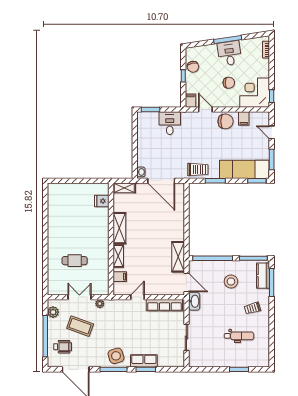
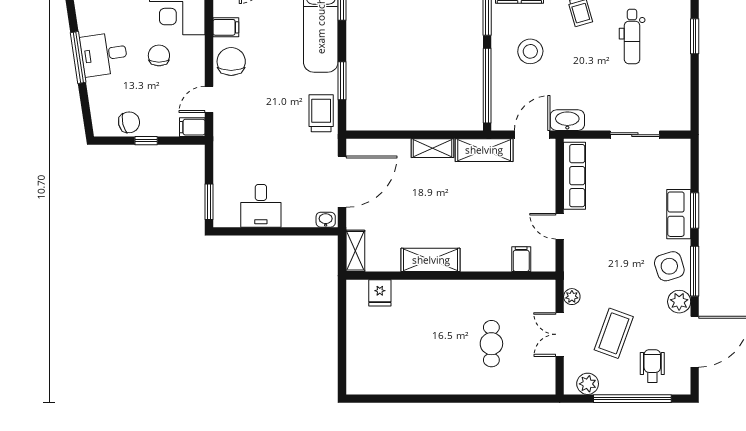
desk: (170, 123) -> (261, 206), moved, turned -90
shelving: (118, 256) -> (433, 148), moved
dental chair: (239, 336) -> (632, 36), turned 180
plant: (97, 361) -> (679, 302), added

